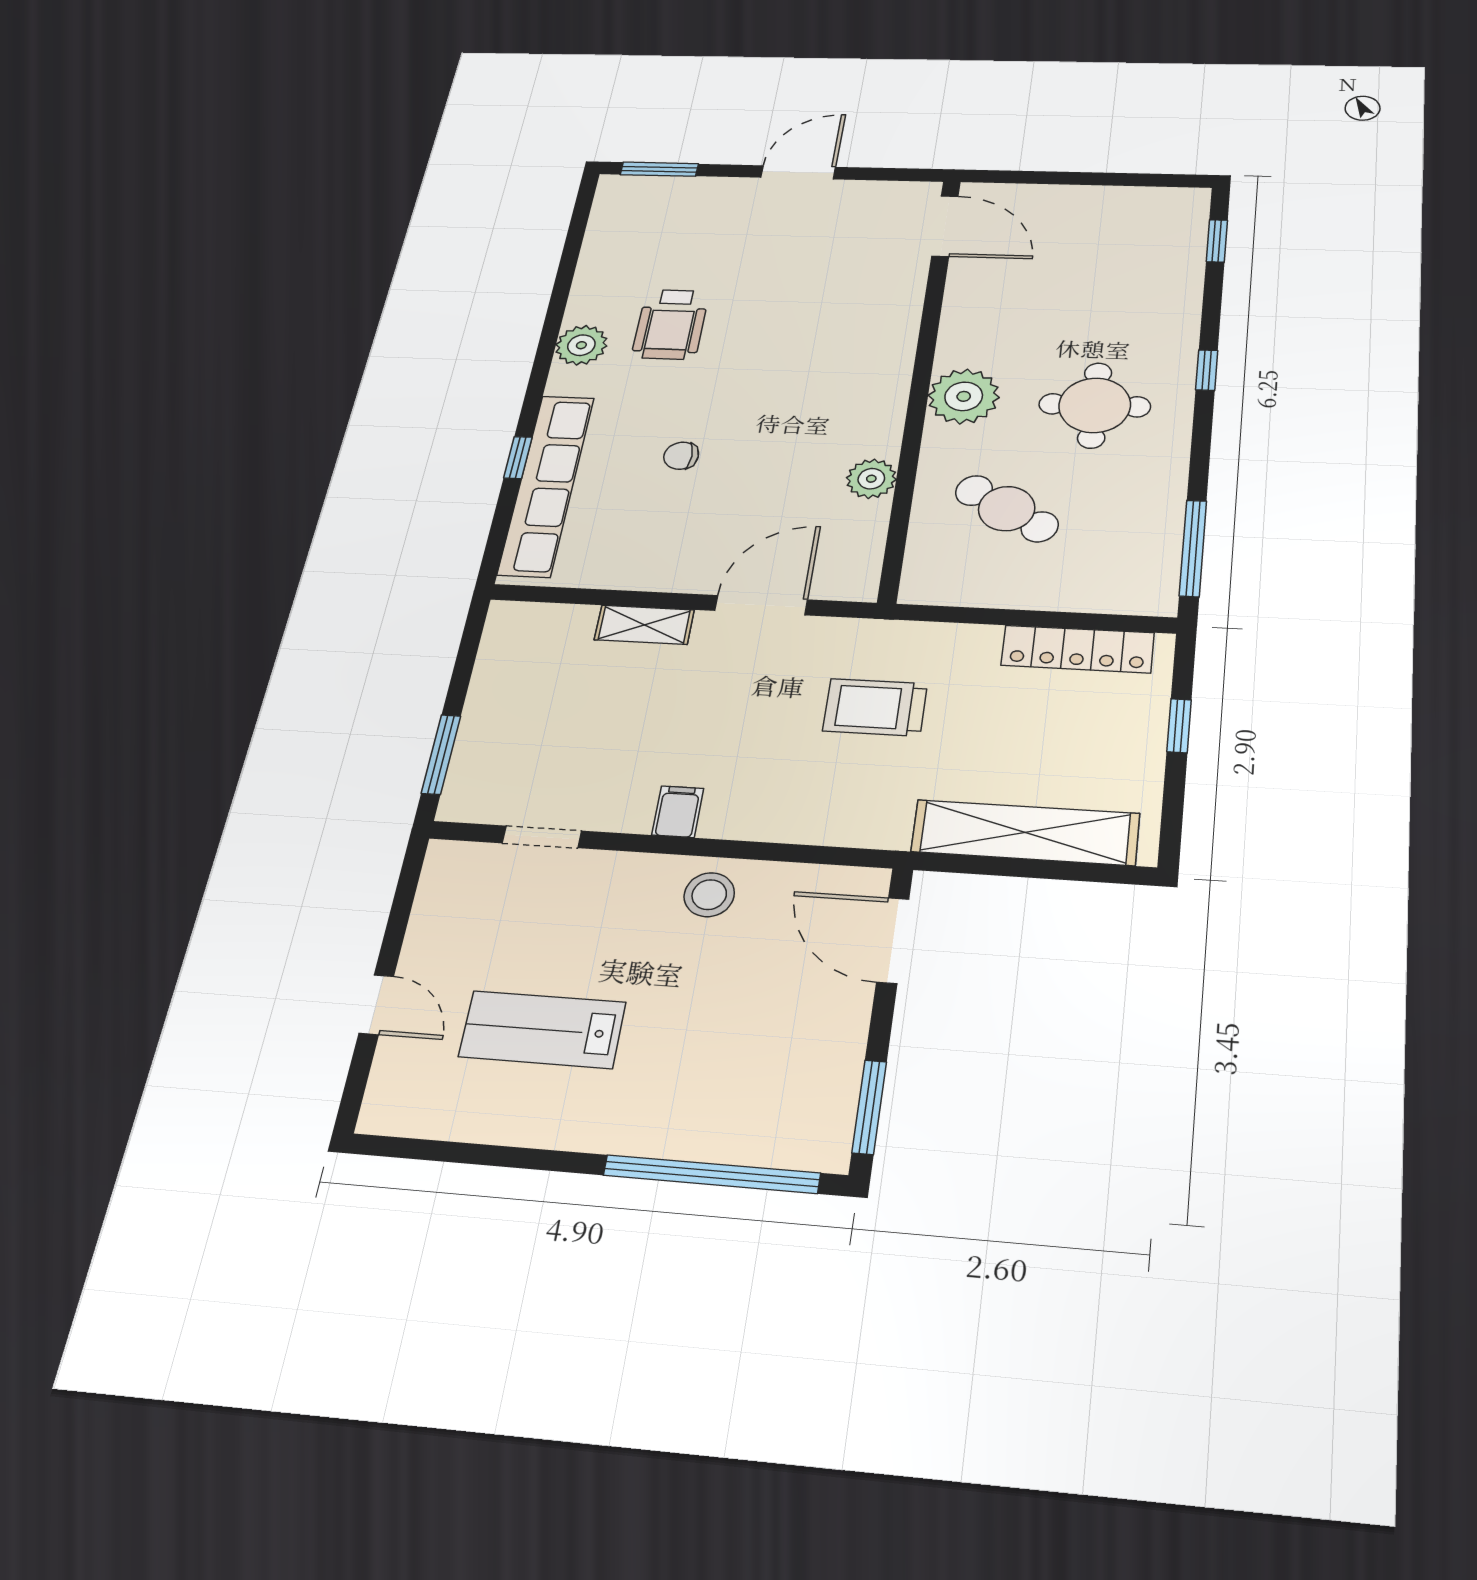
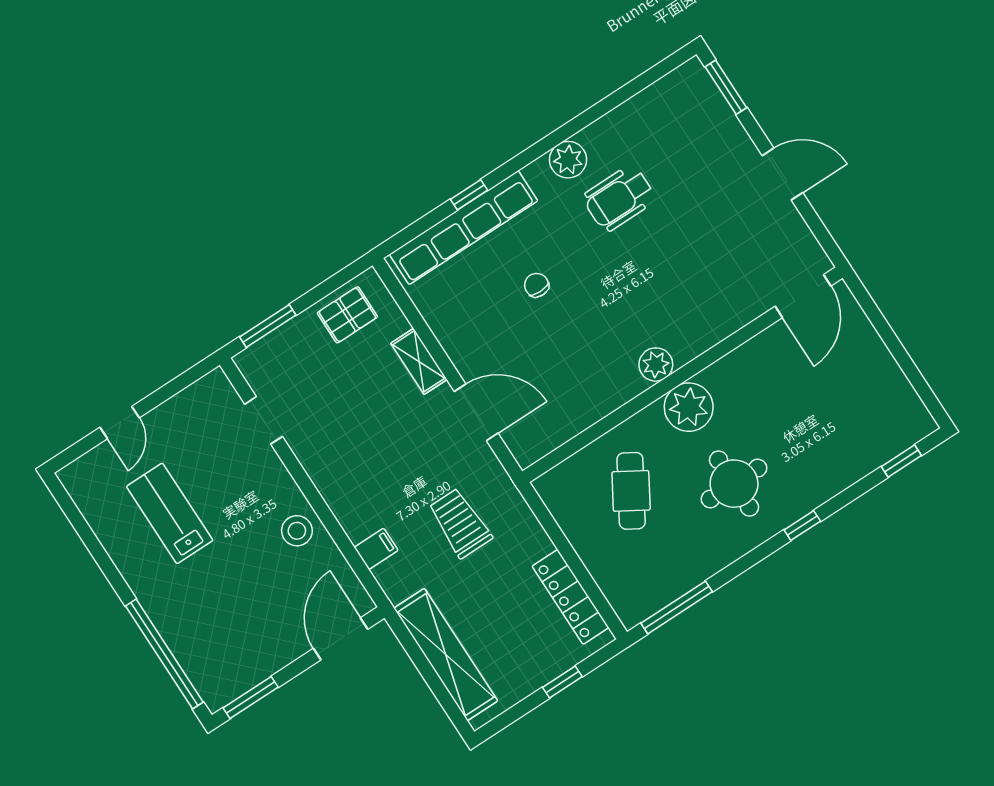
plant: (871, 479) -> (656, 365), moved
pallet: (517, 662) -> (347, 315), added
filing cabinet: (678, 812) -> (376, 549), moved

